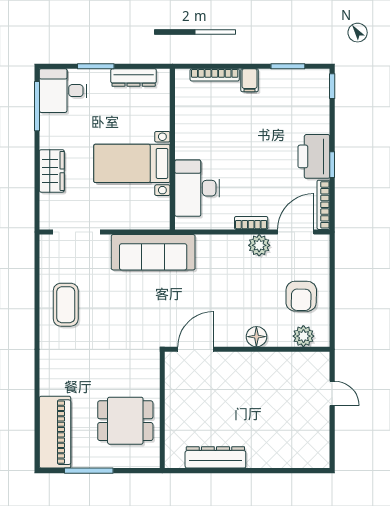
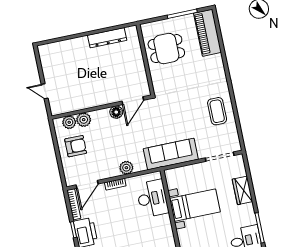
plant: (259, 245) -> (126, 168), moved
armchair: (301, 296) -> (76, 146), turned 89
plant: (280, 335) -> (84, 120), added
floor lamp: (256, 337) -> (116, 112), moved

